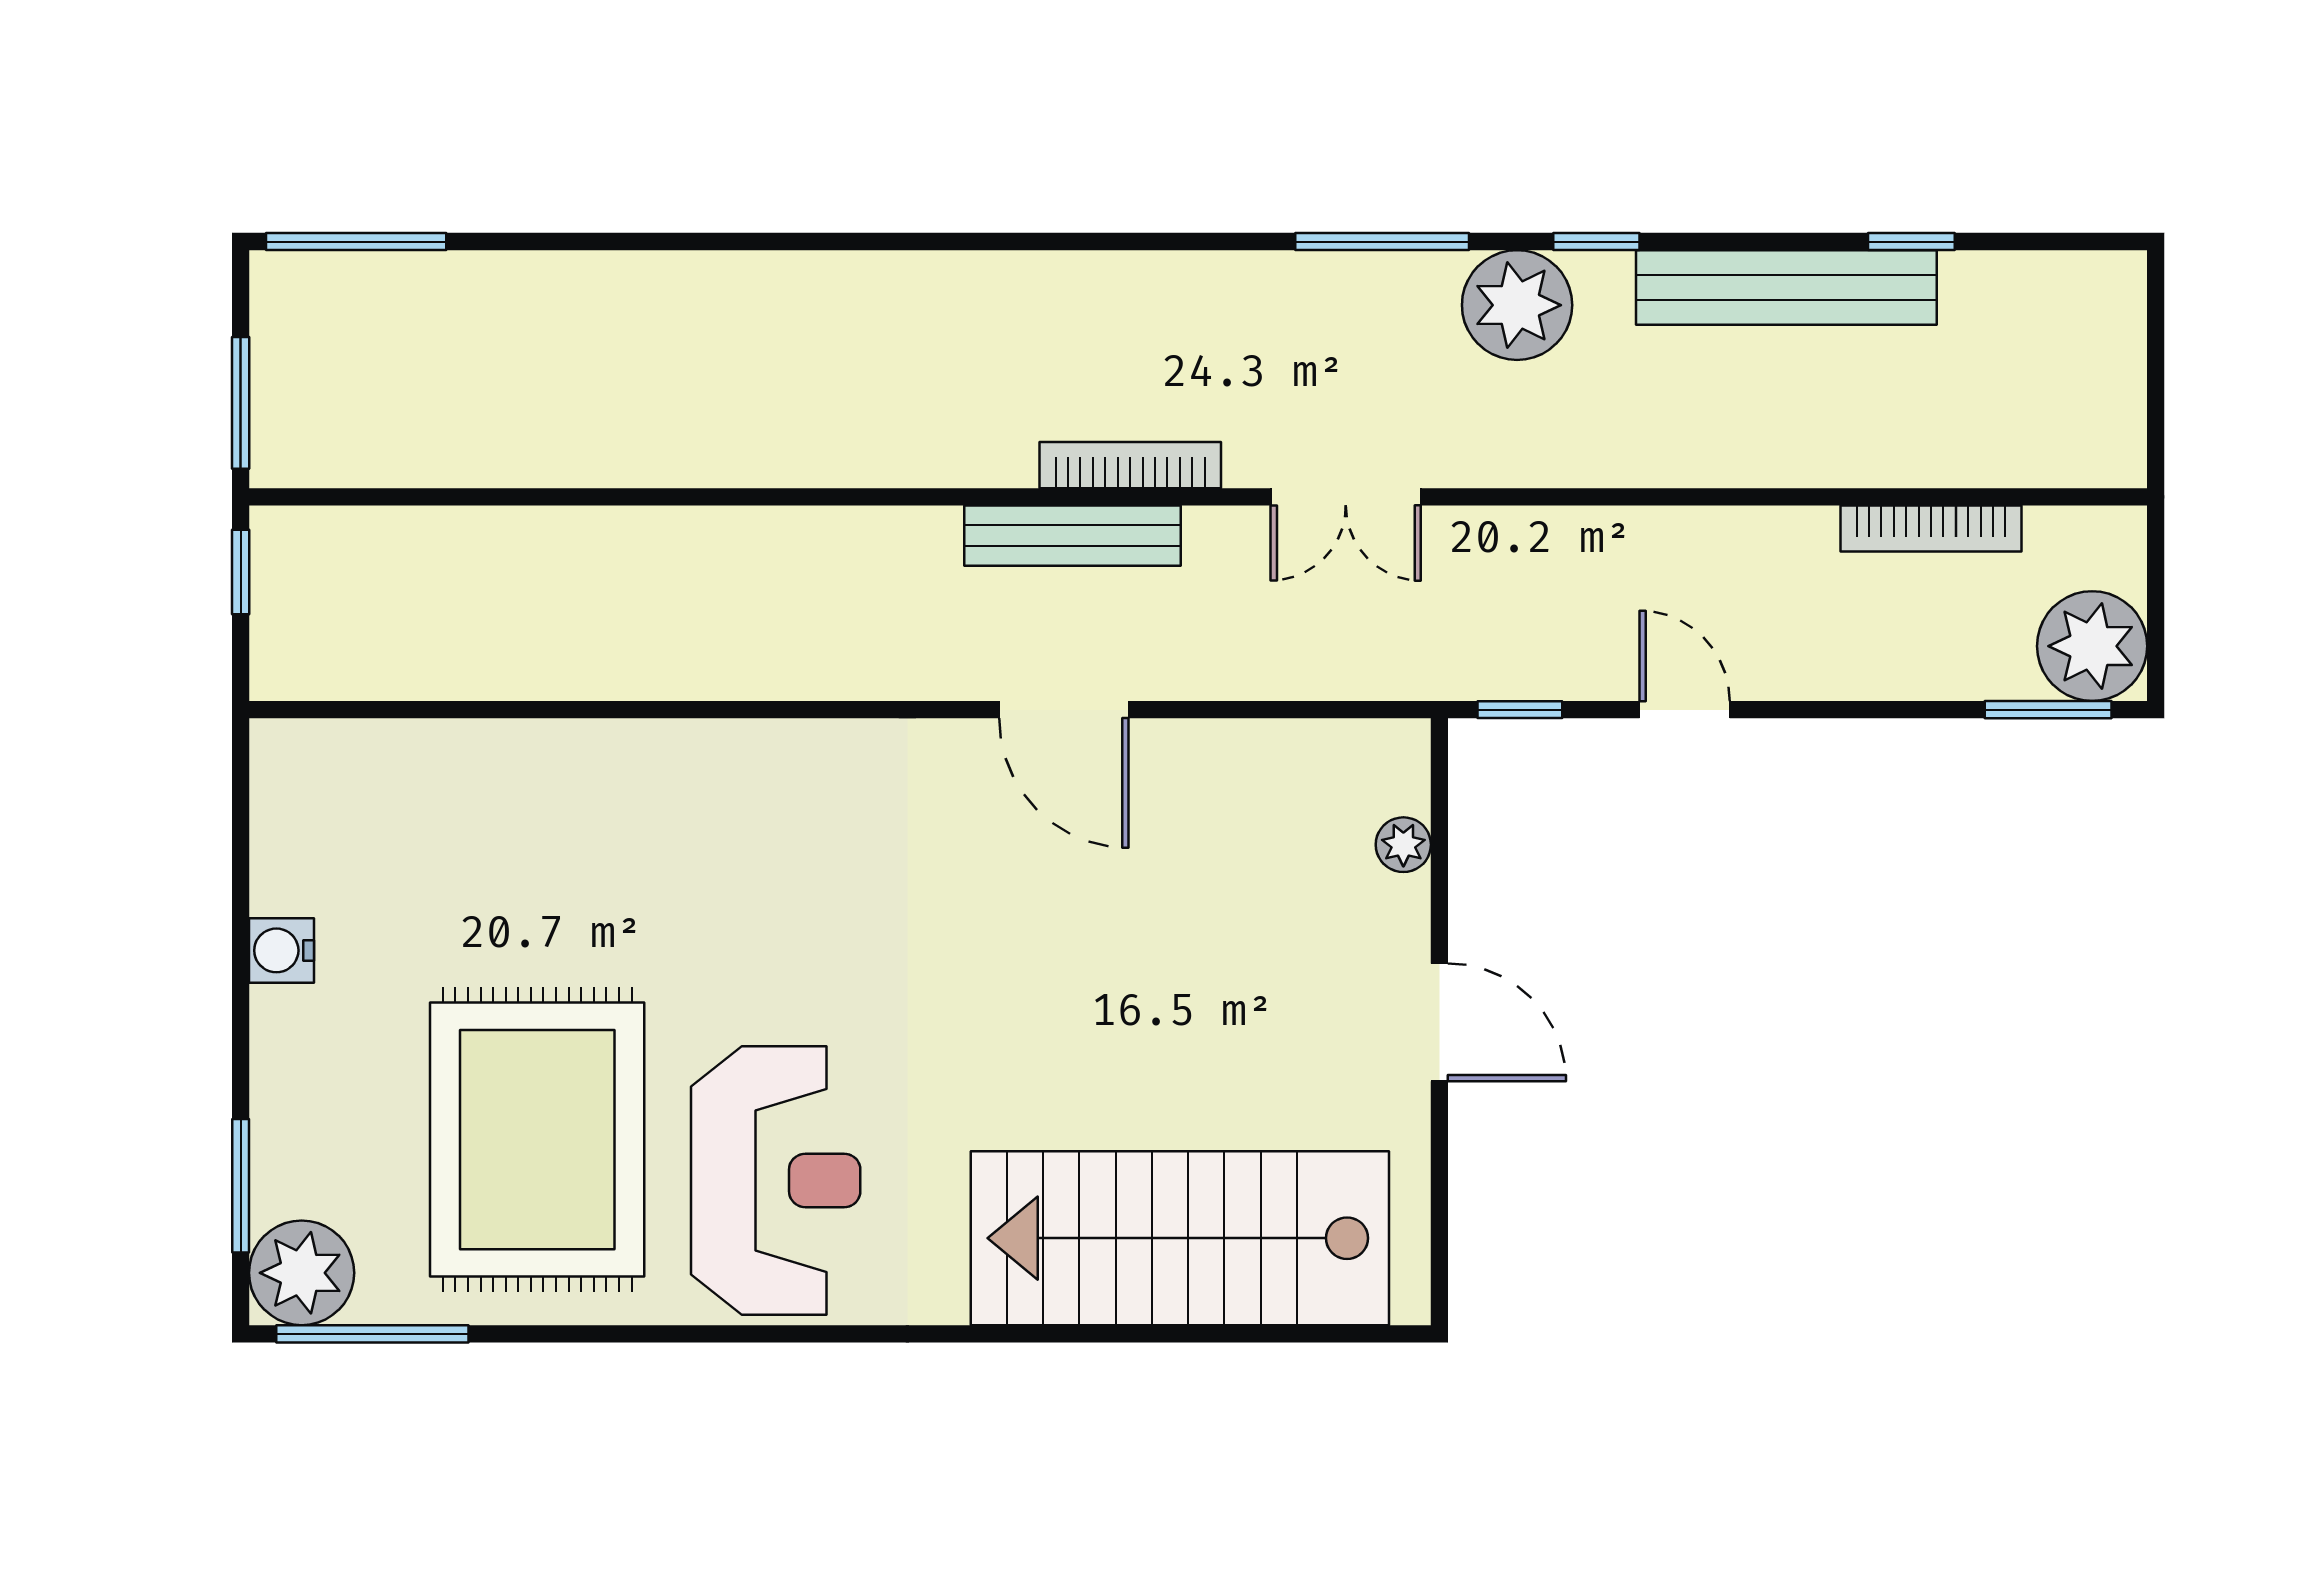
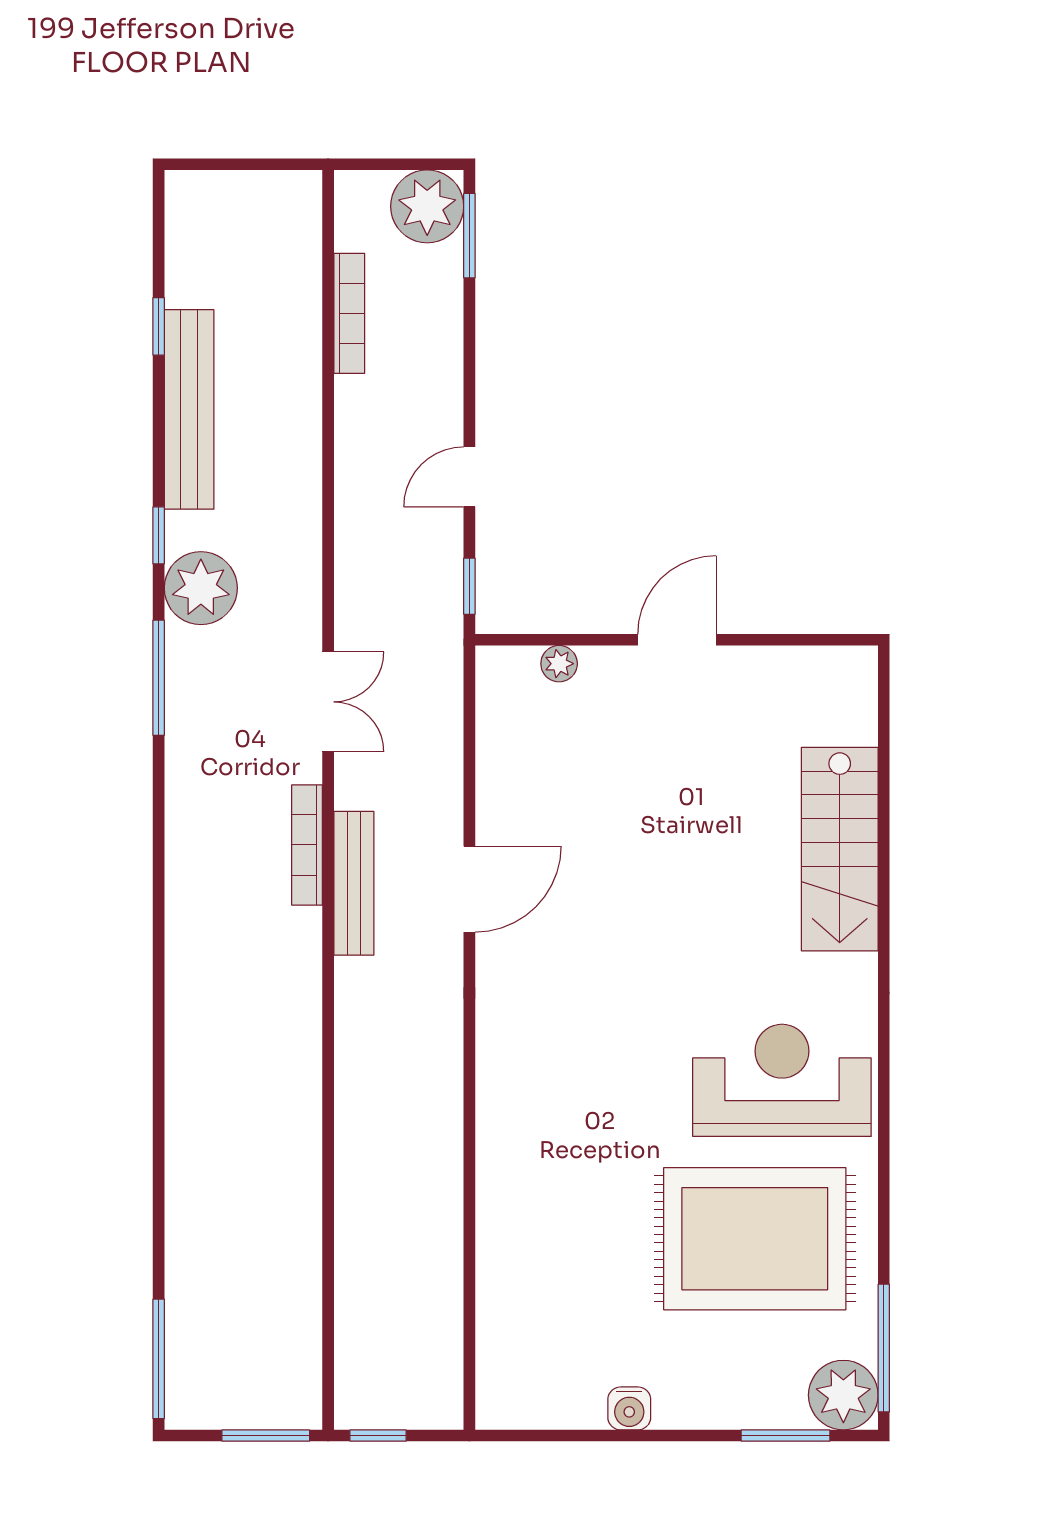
stairs: (1180, 1238) -> (840, 849), width x0.73, depth x0.66

